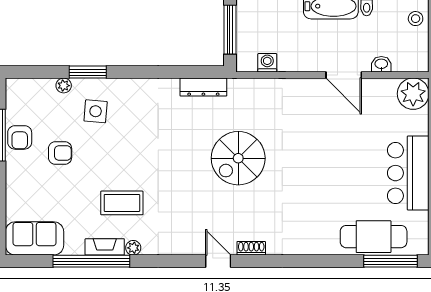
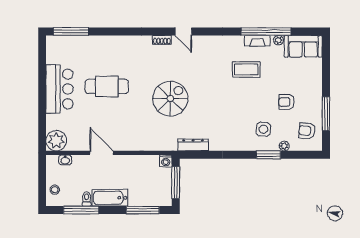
washing machine: (267, 63) -> (166, 161), moved
washbasin: (381, 64) -> (65, 160), moved
armchair: (20, 137) -> (307, 131), moved, turned -85
cafe table: (374, 237) -> (107, 86), moved
plant: (133, 248) -> (278, 40), moved

